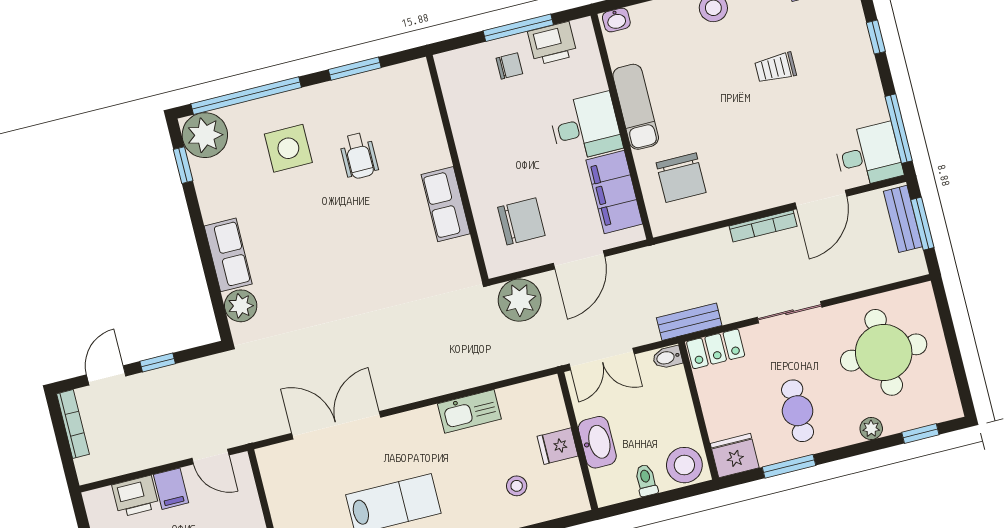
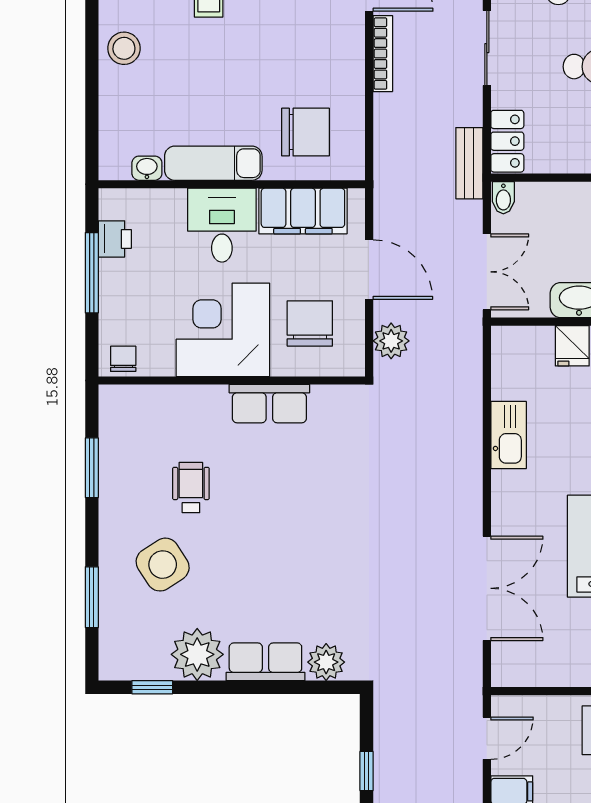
washbasin: (616, 20) -> (147, 168), moved, turned -90
printer: (552, 43) -> (115, 239), width x0.73, depth x0.81
chair: (509, 66) -> (123, 359), moved
window: (246, 96) -> (92, 597), width x0.47
plant: (205, 135) -> (197, 654), moved
side table: (288, 148) -> (163, 565), turned -33
corner desk: (498, 150) -> (223, 330), added
wheelchair: (359, 156) -> (191, 488), turned -90
plant: (520, 300) -> (391, 341), width x0.73, depth x0.73
double door: (336, 425) -> (487, 588), swing flipped

